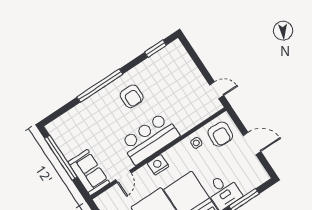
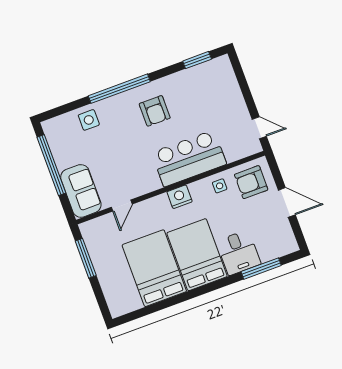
side table: (82, 116) -> (89, 120), added
armchair: (220, 134) -> (251, 182), turned 86
bar counter: (150, 139) -> (189, 158), moved
nightstand: (158, 165) -> (180, 197), moved

